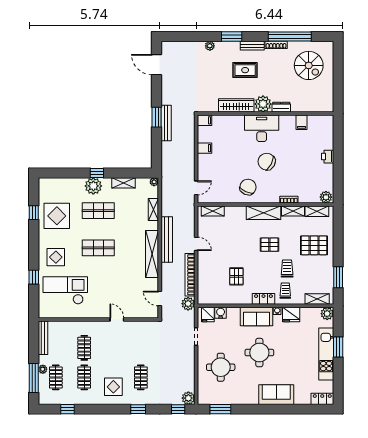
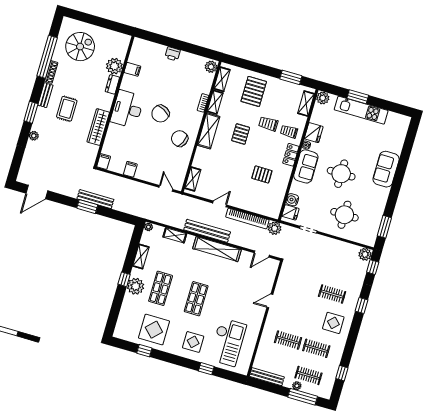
plant: (263, 104) -> (114, 66), moved
checkout: (65, 290) -> (228, 342), turned 180
locker: (322, 399) -> (403, 126), removed

